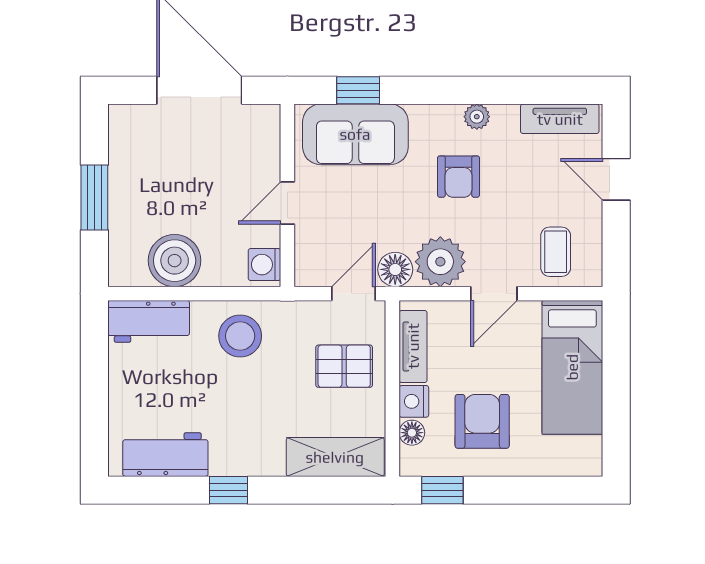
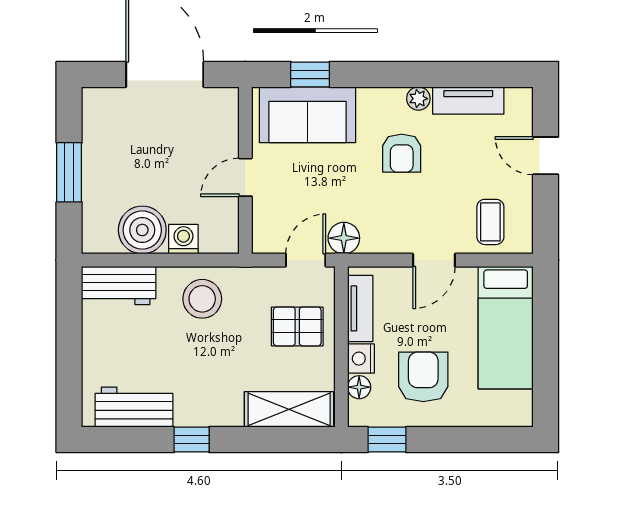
tv unit: (560, 119) -> (468, 100), moved
plant: (440, 262) -> (385, 231), removed
washing machine: (265, 265) -> (183, 239), moved, turned 90

